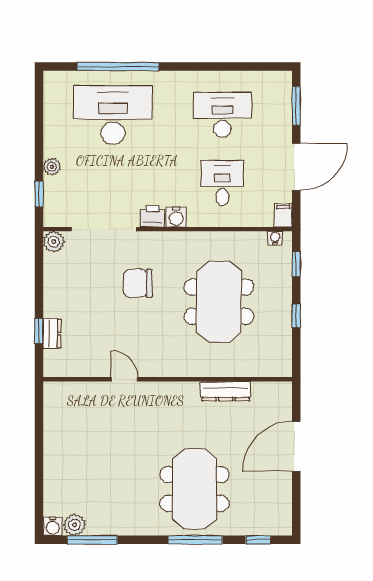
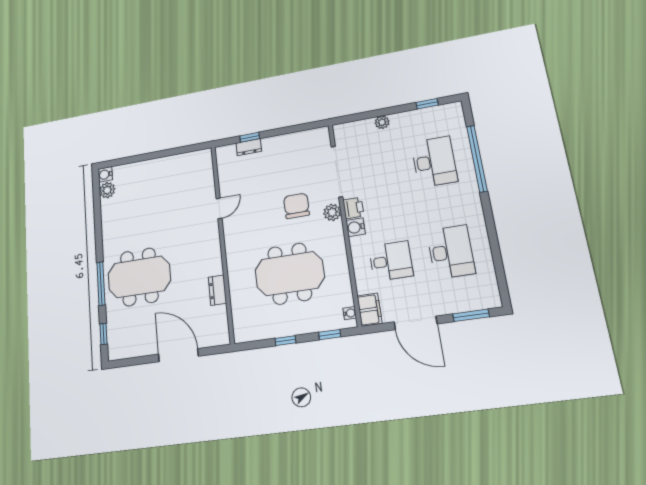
desk: (113, 115) -> (434, 162), width x0.73, depth x0.77
window: (39, 194) -> (427, 104), moved
filing cabinet: (283, 215) -> (369, 310), width x2.00
plant: (54, 242) -> (332, 212), moved
dresser: (226, 391) -> (217, 290), width x0.70
window: (92, 540) -> (97, 205), removed

